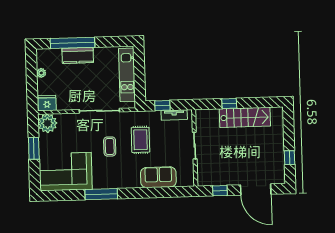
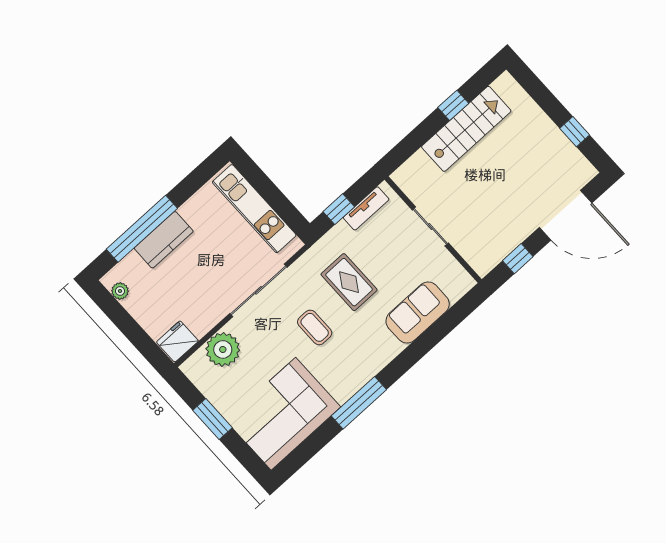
plant: (41, 73) -> (120, 291), moved
window: (229, 103) -> (453, 105), moved
plant: (48, 123) -> (223, 349), moved

